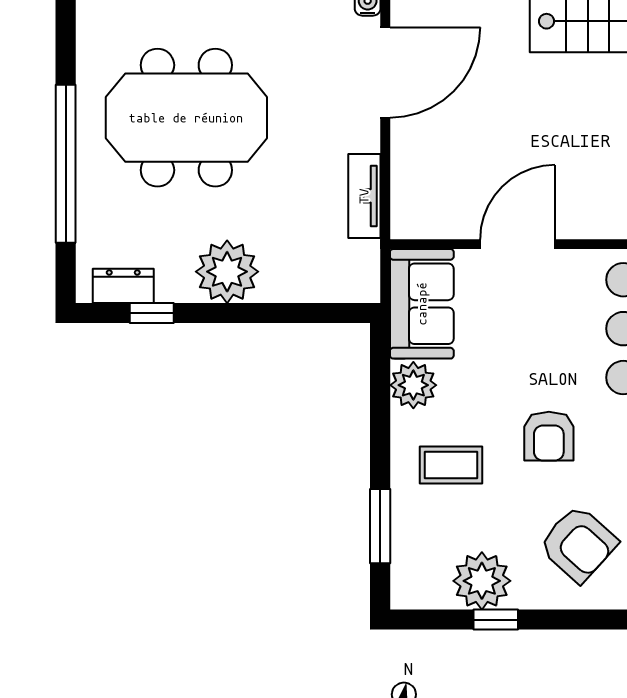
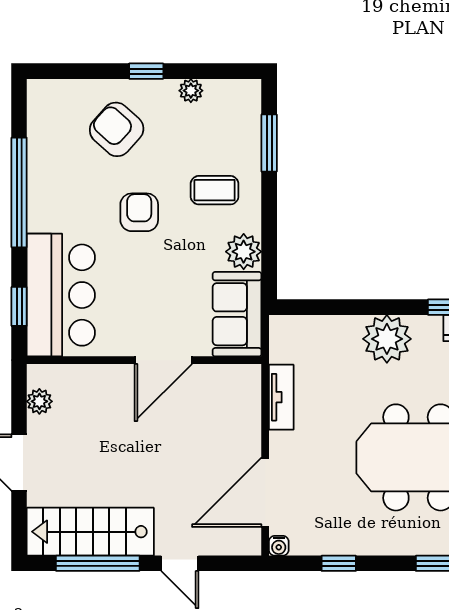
plant: (482, 581) -> (191, 91), width x0.53, depth x0.53
window: (496, 620) -> (146, 71), moved

